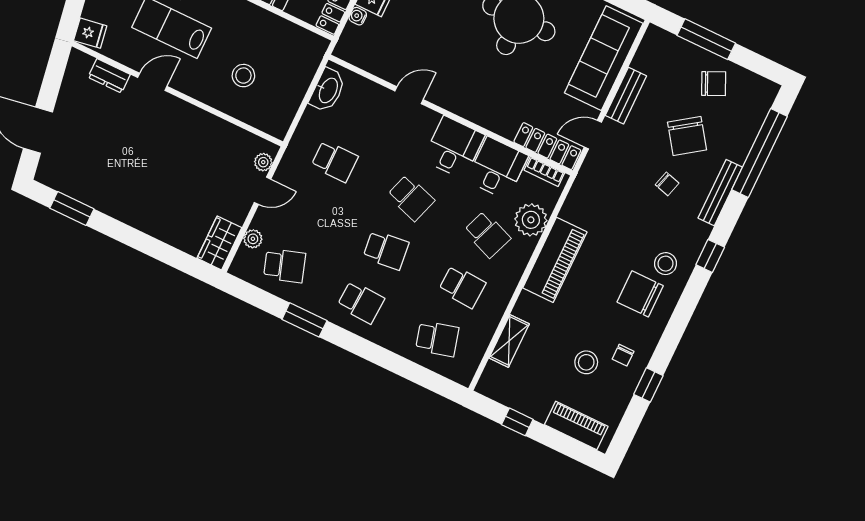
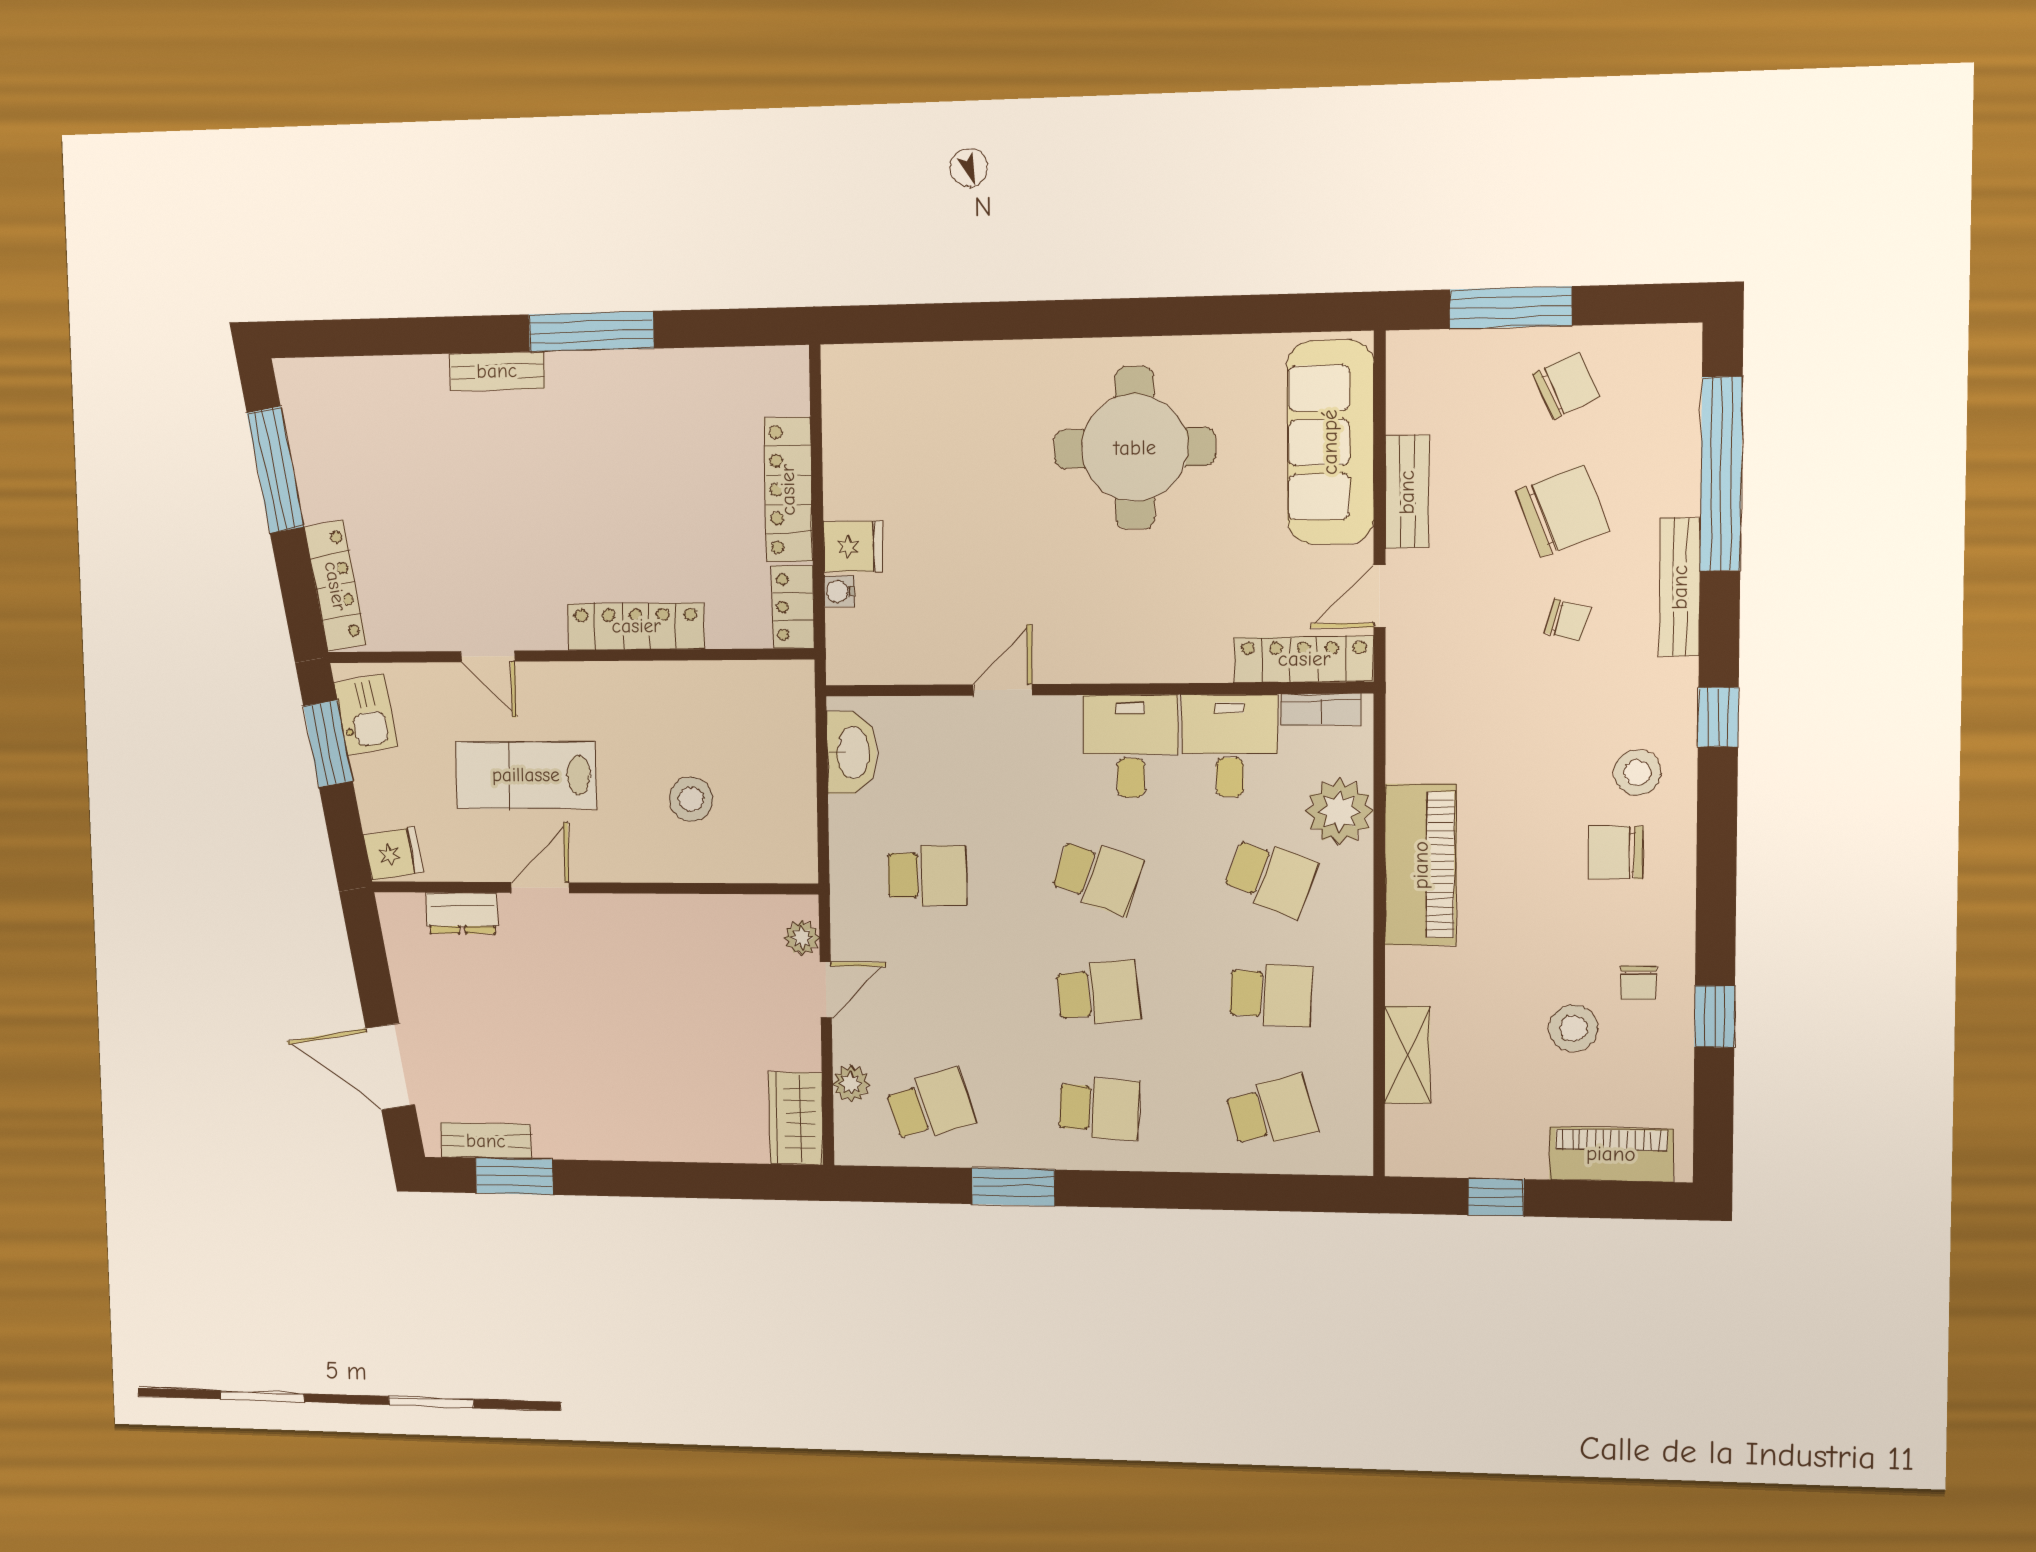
chair: (687, 136) -> (1562, 511), turned -76
bench: (67, 186) -> (486, 1141), added
chair: (640, 294) -> (1616, 853), width x0.73, depth x0.73

